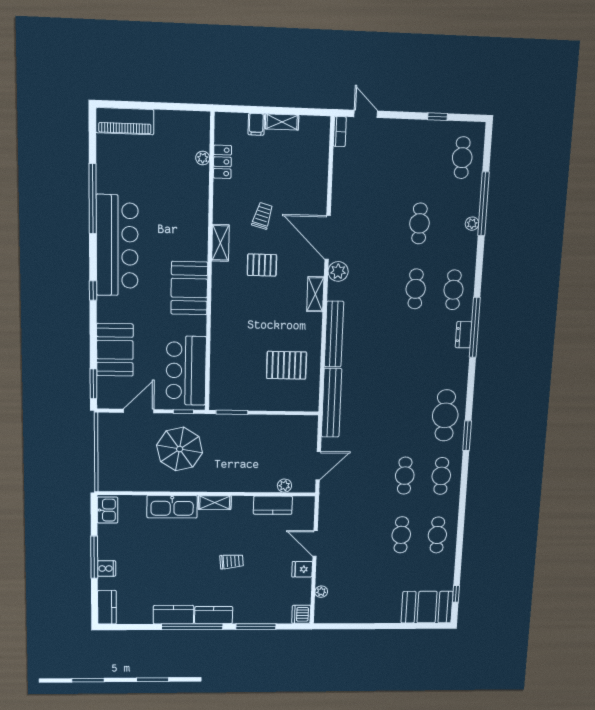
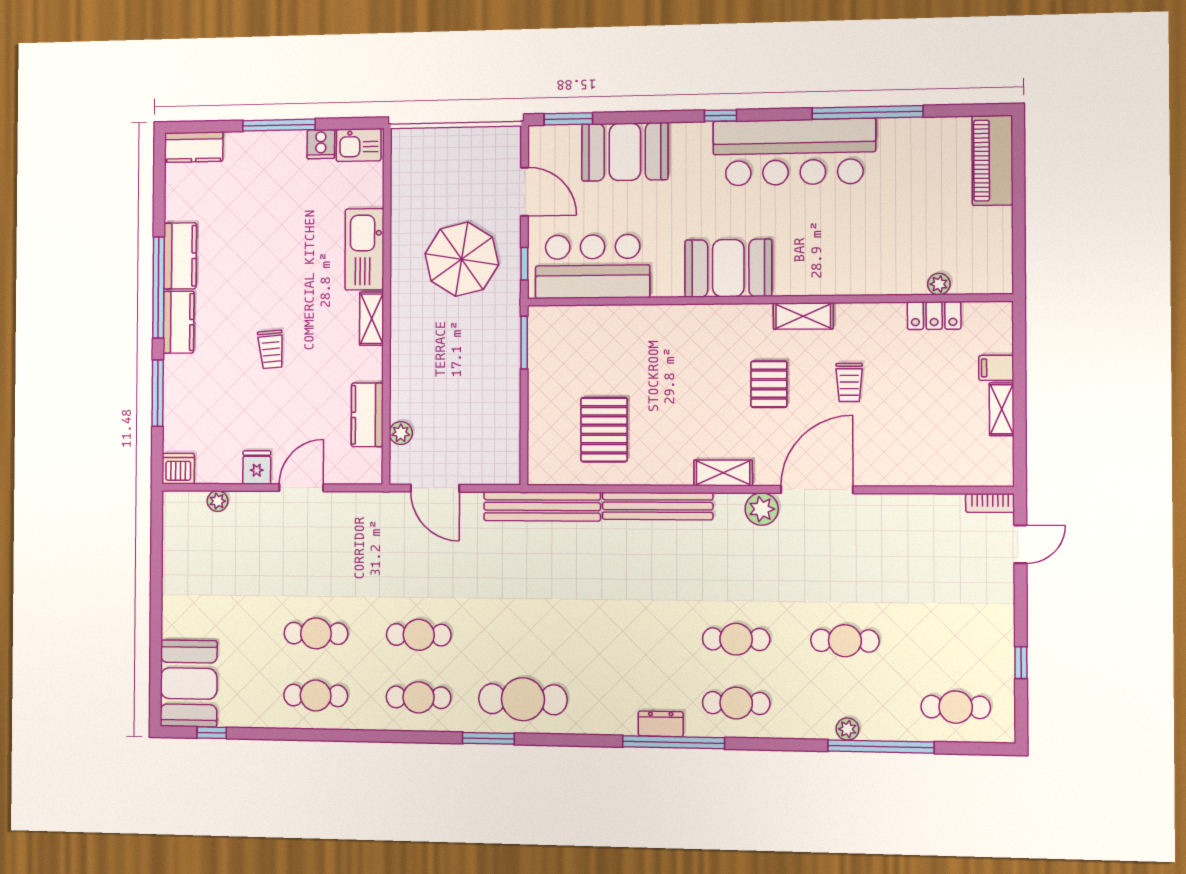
trolley: (262, 216) -> (849, 382), turned 74
cooker: (107, 568) -> (321, 144), moved

